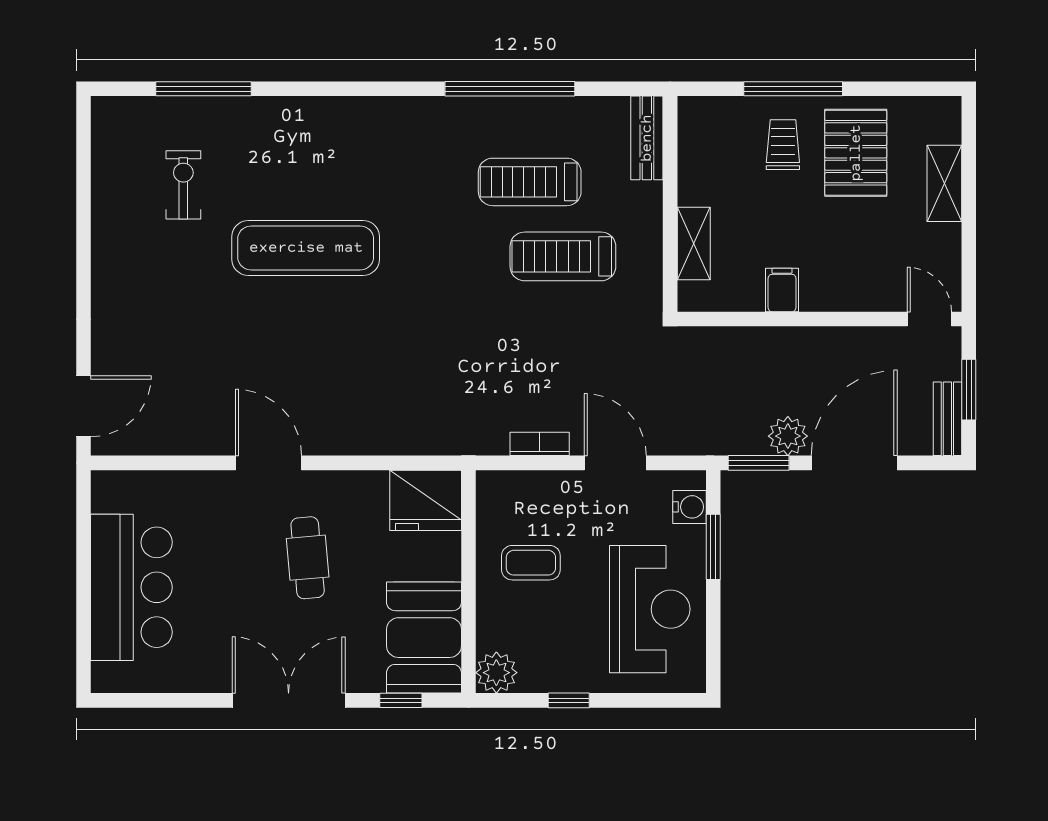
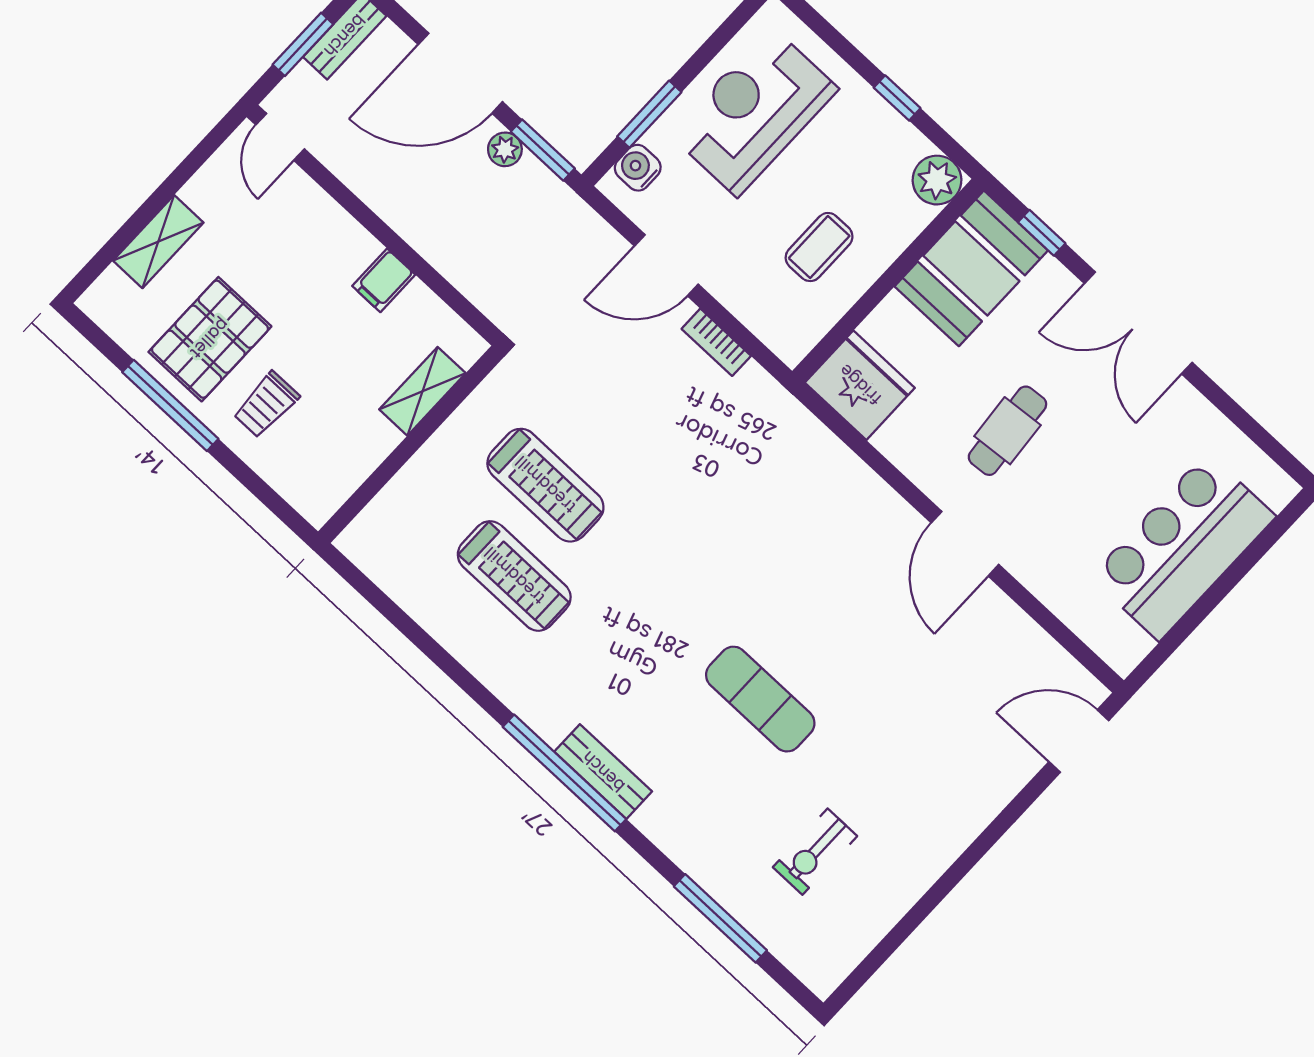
window: (510, 89) -> (564, 773), moved
window: (793, 89) -> (170, 405), moved
bench: (647, 138) -> (603, 772), moved, turned 90
exercise mat: (306, 248) -> (760, 699), width x0.73, depth x0.69
plant: (788, 436) -> (505, 149), width x0.73, depth x0.73
door: (615, 463) -> (666, 265), hinge flipped
coffee table: (531, 563) -> (819, 247), turned 90

